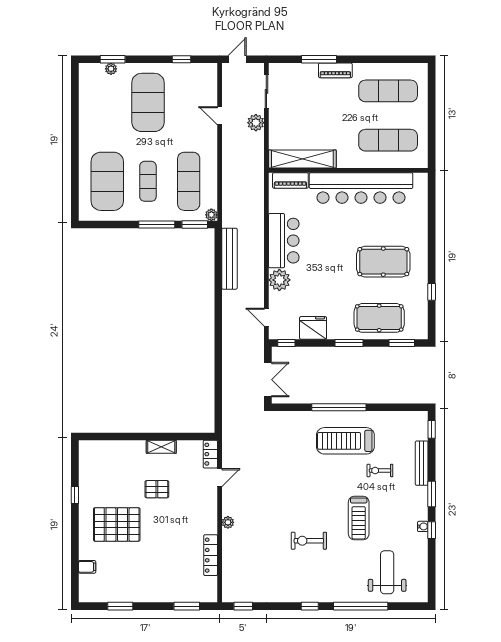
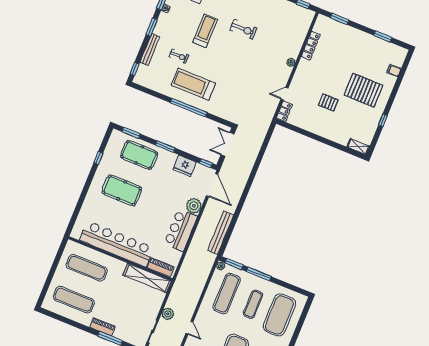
door: (266, 317) -> (212, 185), width x1.87
treadmill: (345, 441) -> (193, 84), turned 180
shelving: (161, 447) -> (358, 147), moved

